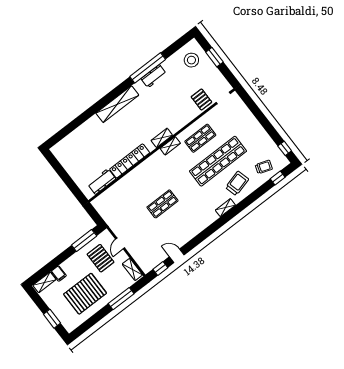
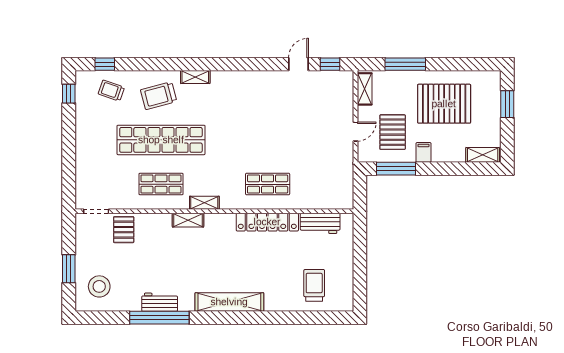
shelving: (162, 138) -> (188, 220), moved
trolley: (80, 147) -> (314, 285), added
shop shelf: (162, 204) -> (268, 184), moved
door: (177, 256) -> (298, 64), swing flipped
filing cabinet: (59, 274) -> (423, 152), moved

